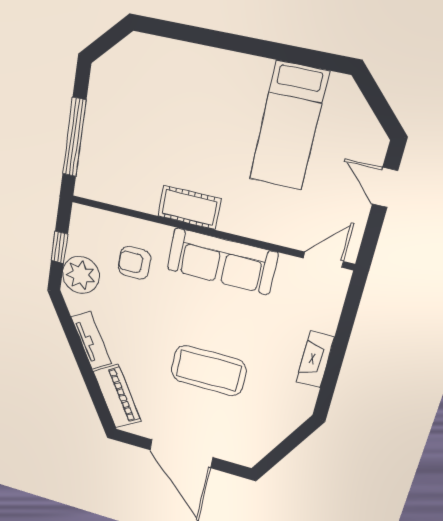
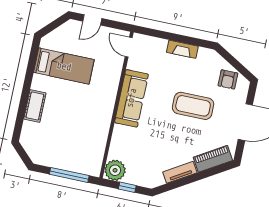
cot: (189, 207) -> (35, 106), moved
armchair: (134, 263) -> (228, 79), moved
plant: (81, 275) -> (115, 170), moved
coffee table: (209, 371) -> (193, 106), turned 90

